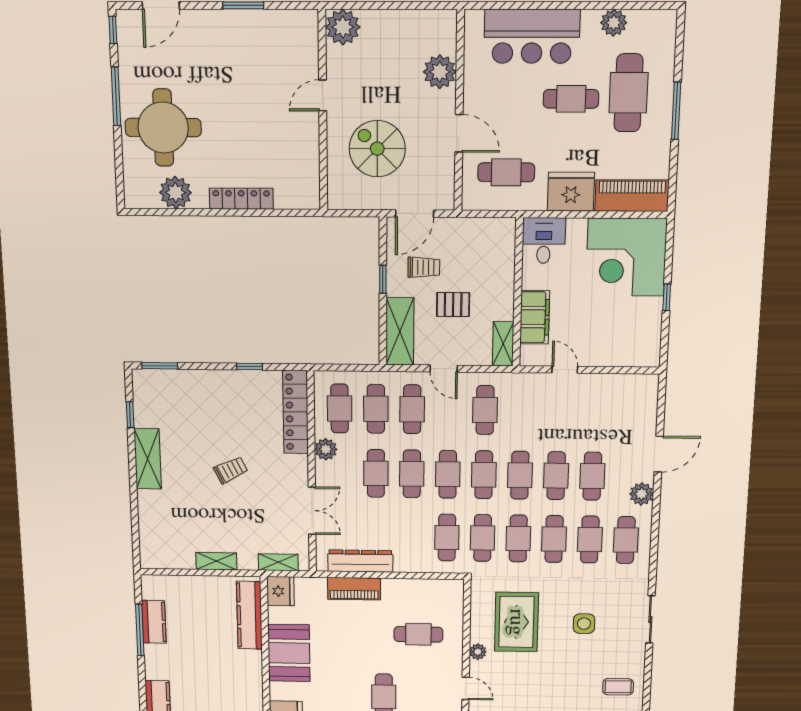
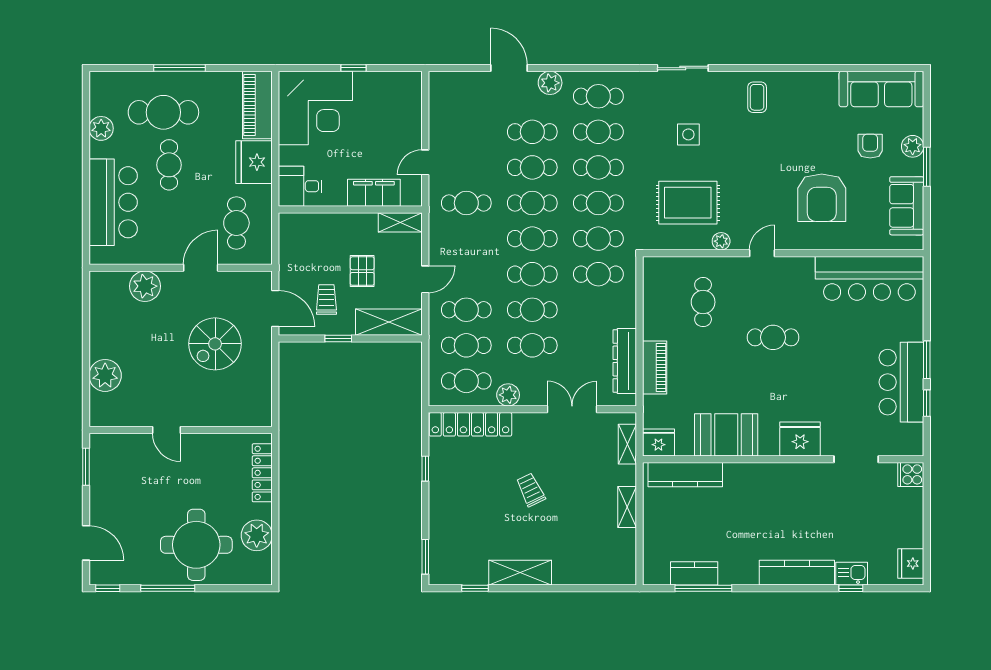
door: (323, 95) -> (166, 430), moved
wall: (323, 111) -> (181, 430), moved
cafe table: (485, 410) -> (466, 203), moved

